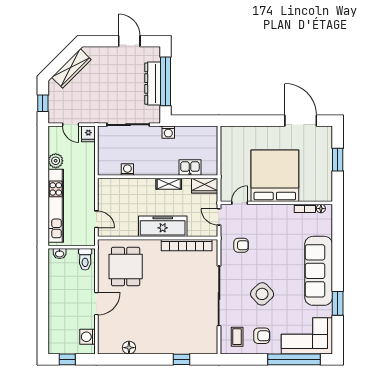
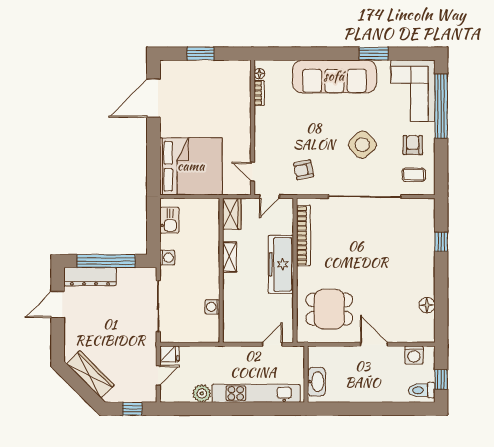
dresser: (153, 84) -> (90, 277), moved
kitchen sink: (190, 168) -> (169, 220), moved, turned 180
bed: (275, 176) -> (191, 166), moved, turned 180
armchair: (241, 245) -> (304, 170), turned -102
washbasin: (60, 254) -> (316, 382), width x1.91, depth x1.45
toilet: (85, 259) -> (422, 390), moved, turned 180

